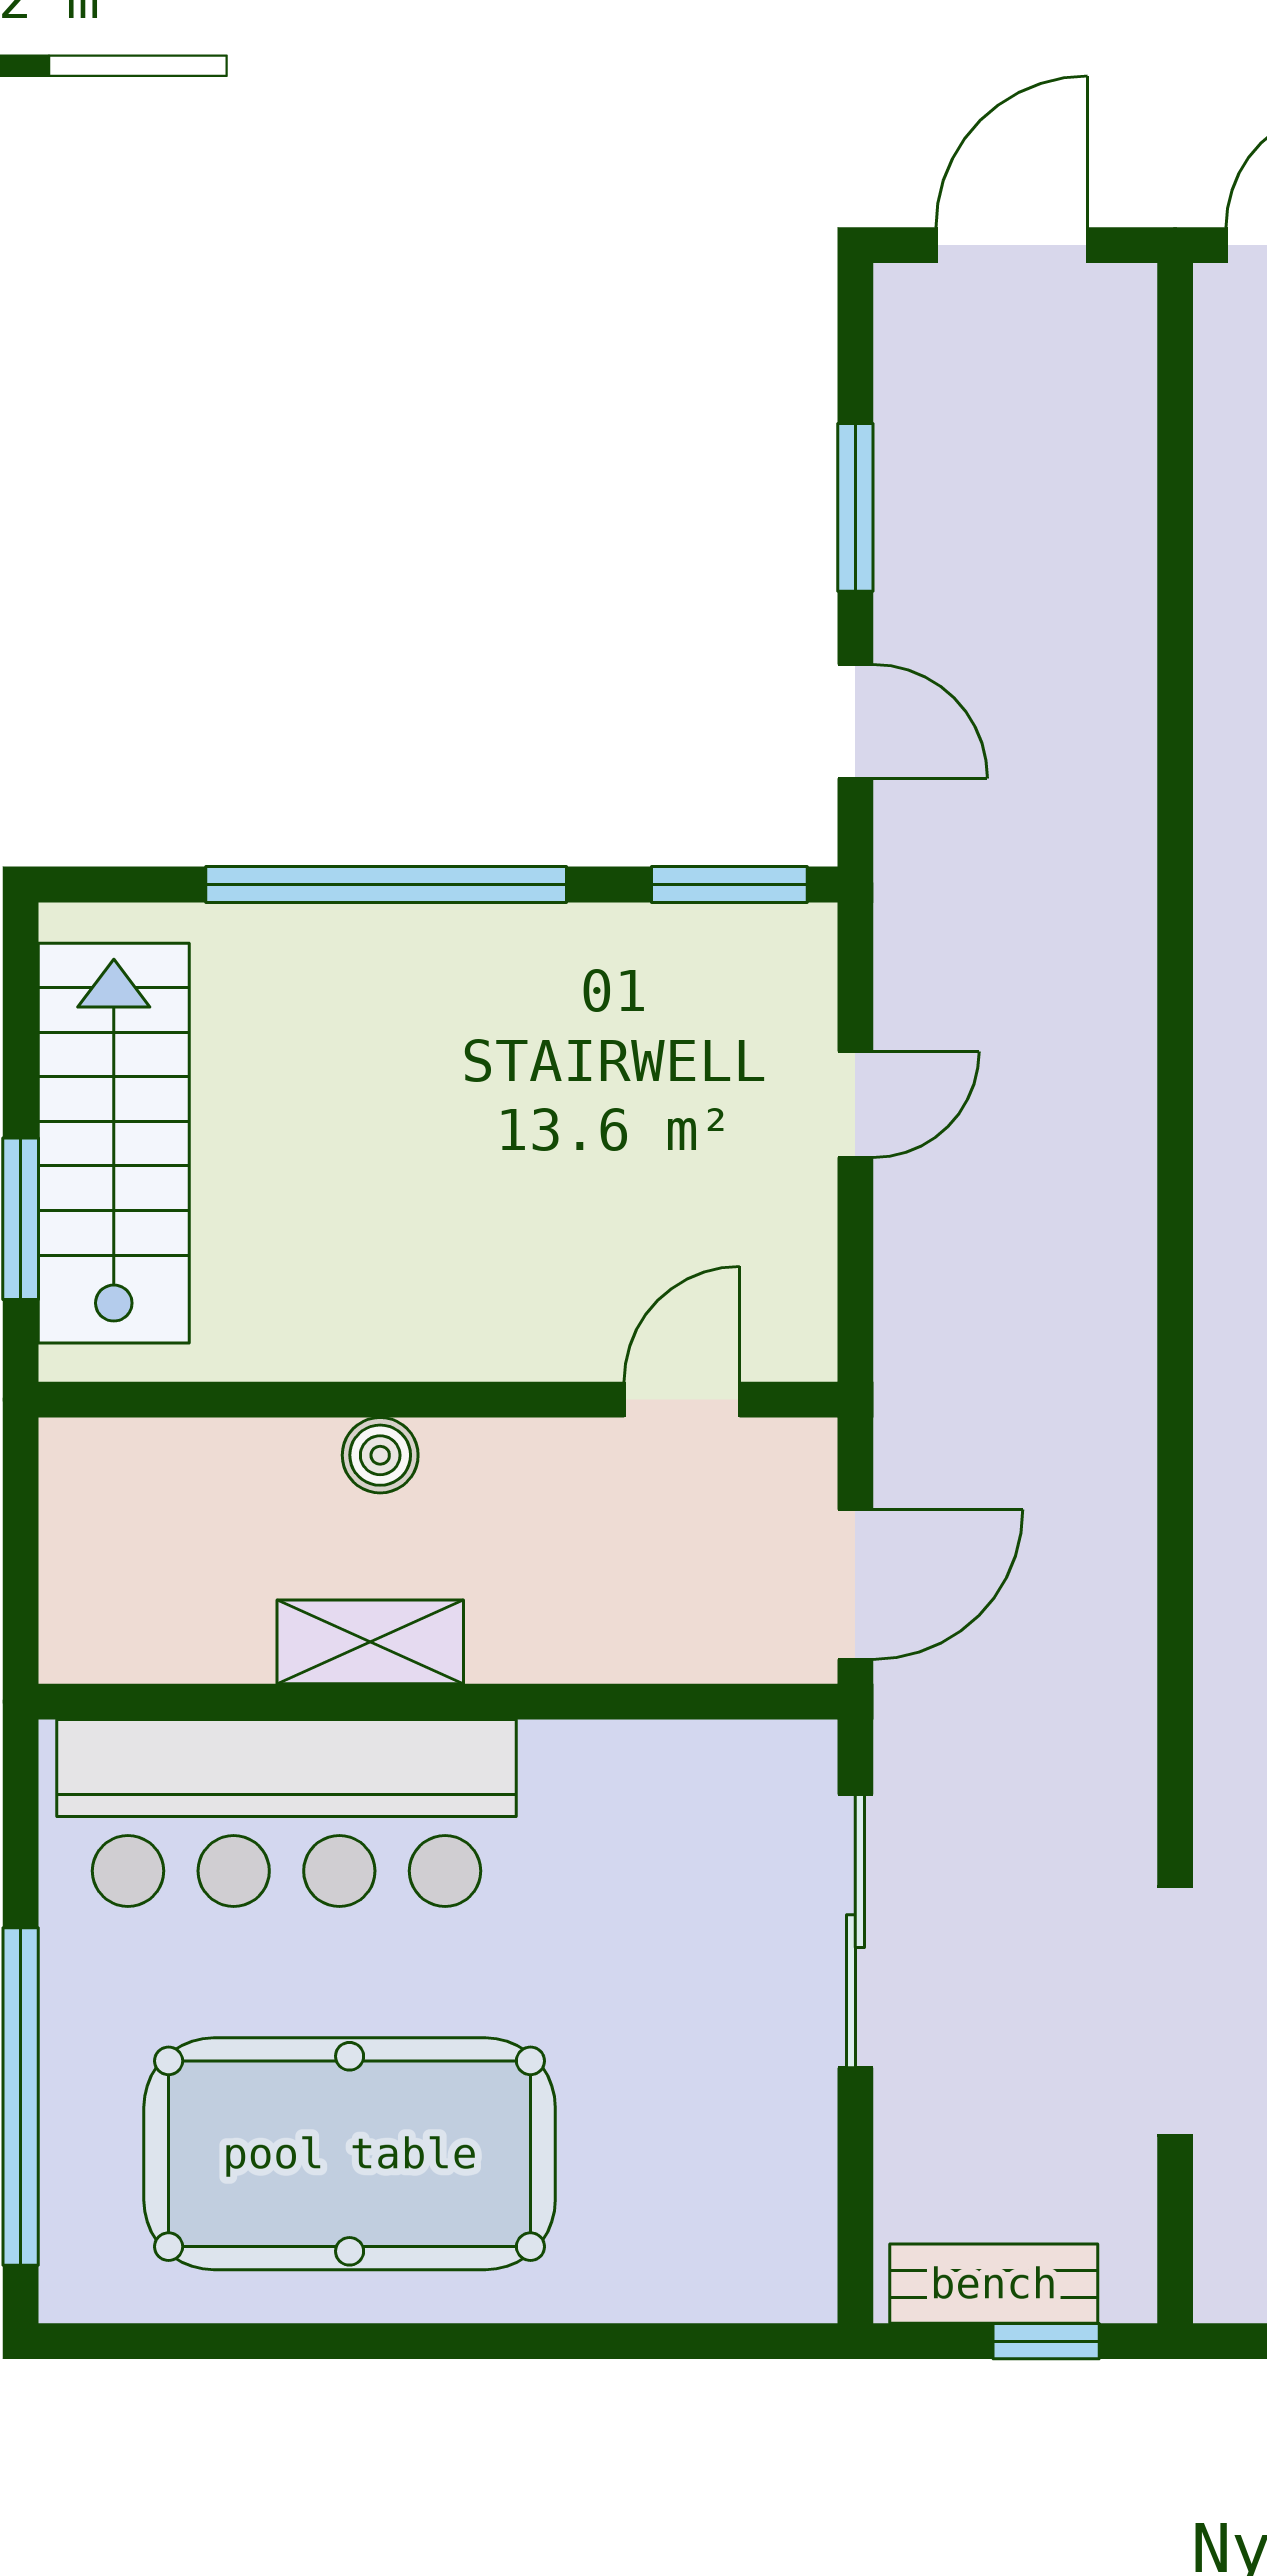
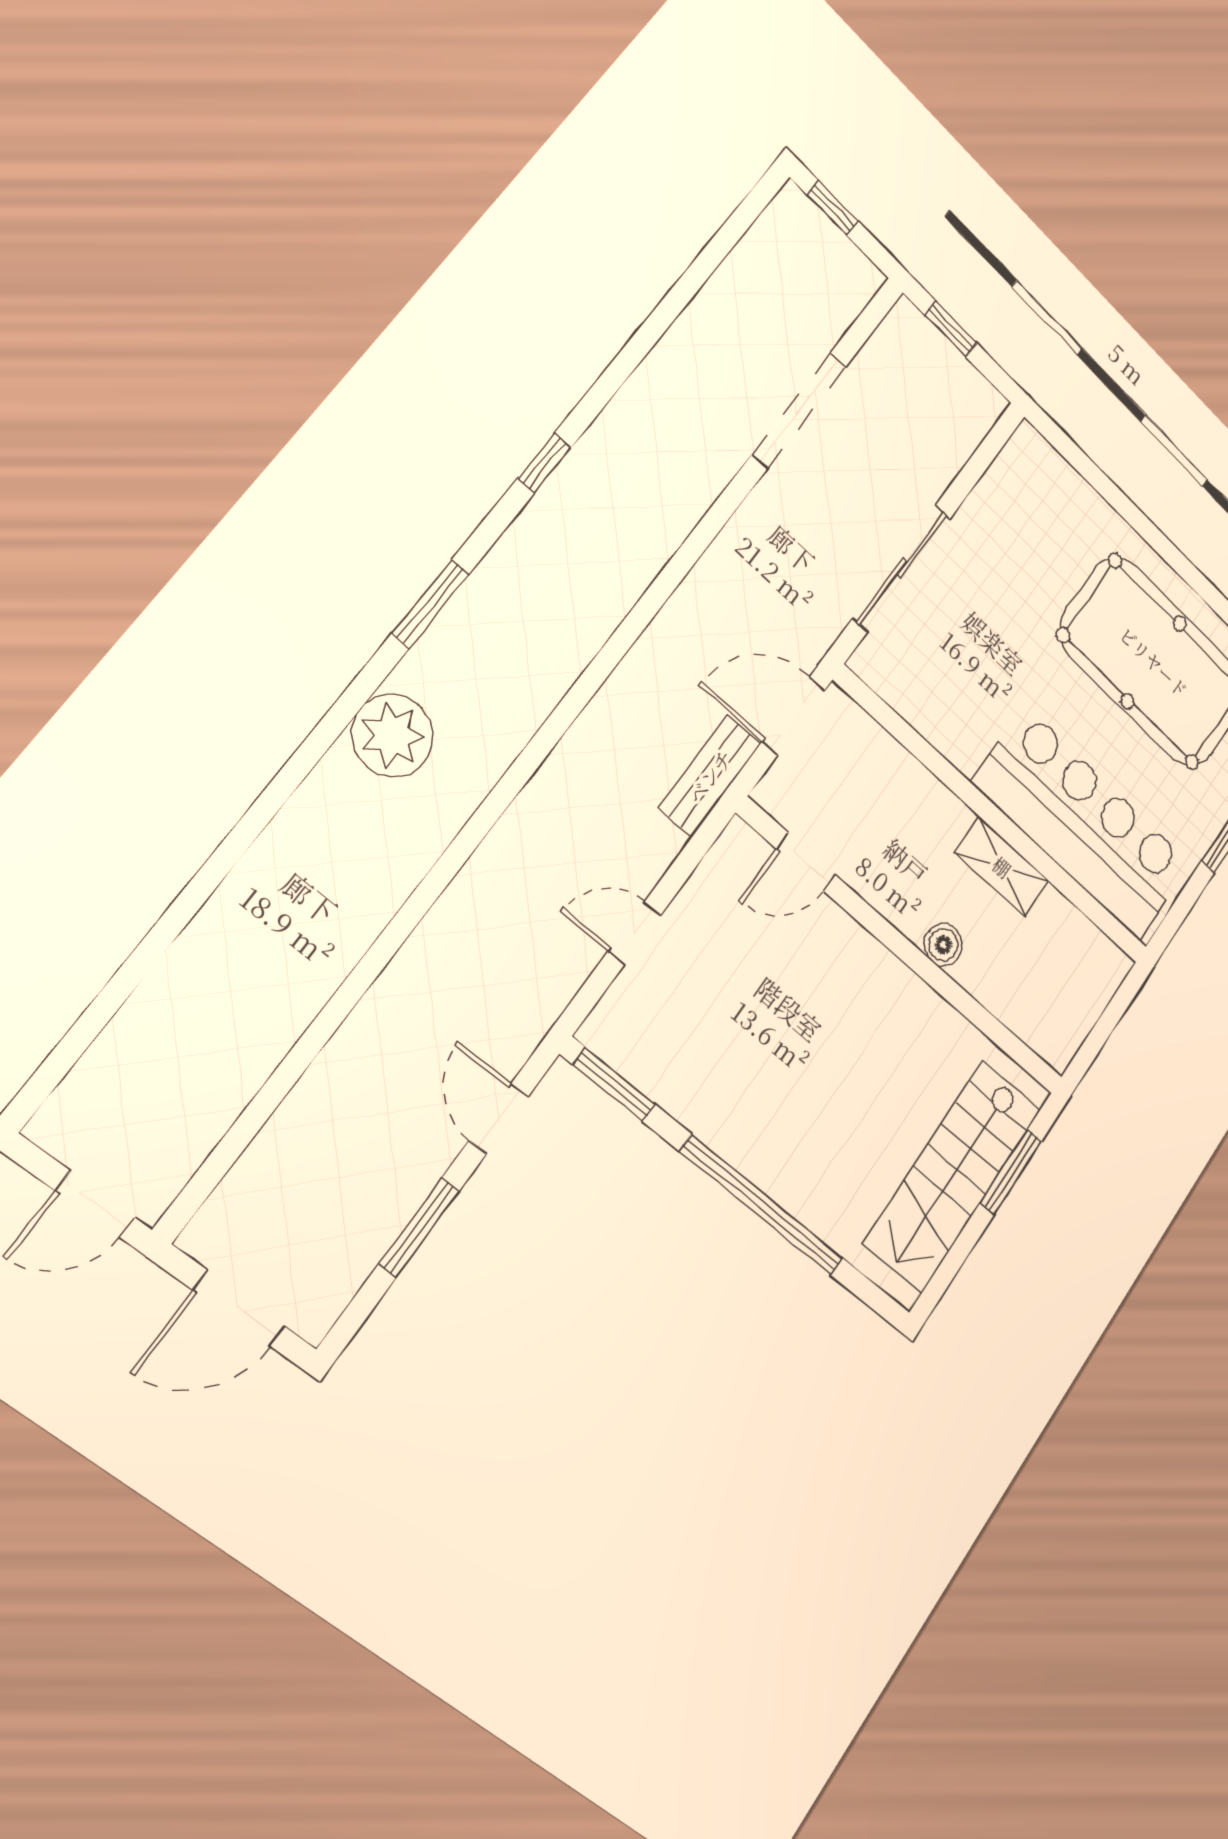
bench: (994, 2284) -> (710, 776), moved, turned 90

